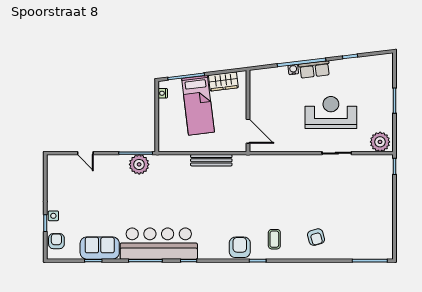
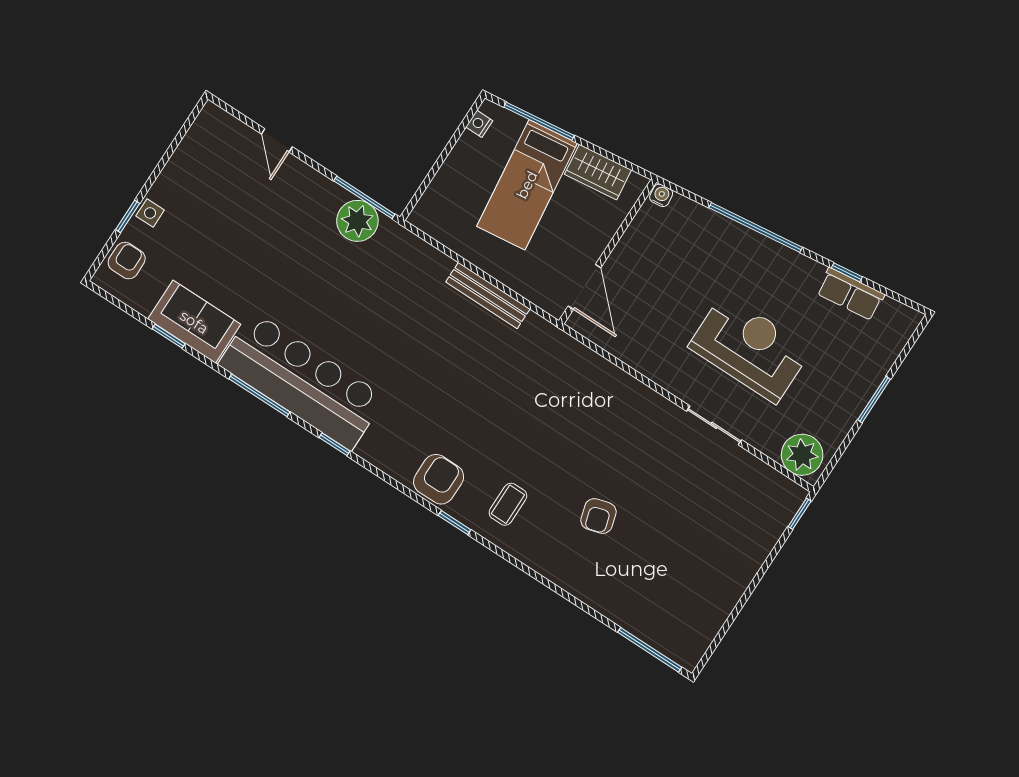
row of seats: (314, 69) -> (851, 294), moved
water cooler: (293, 70) -> (661, 195), moved
armchair: (316, 237) -> (599, 516), moved

